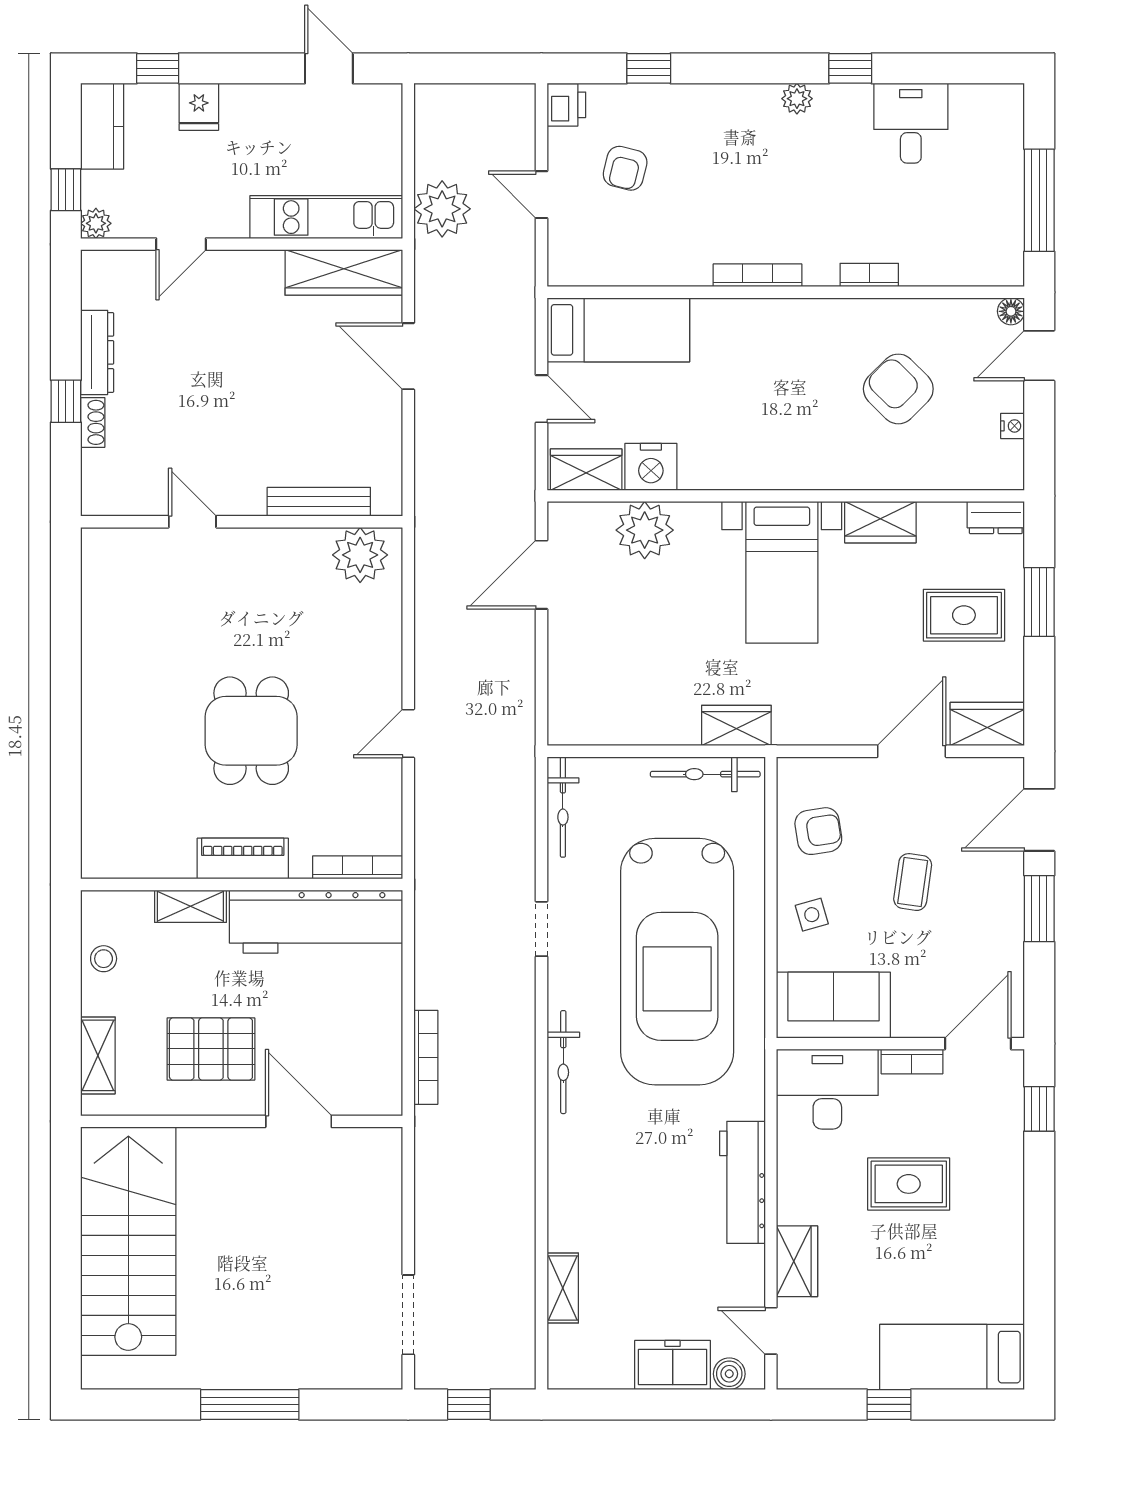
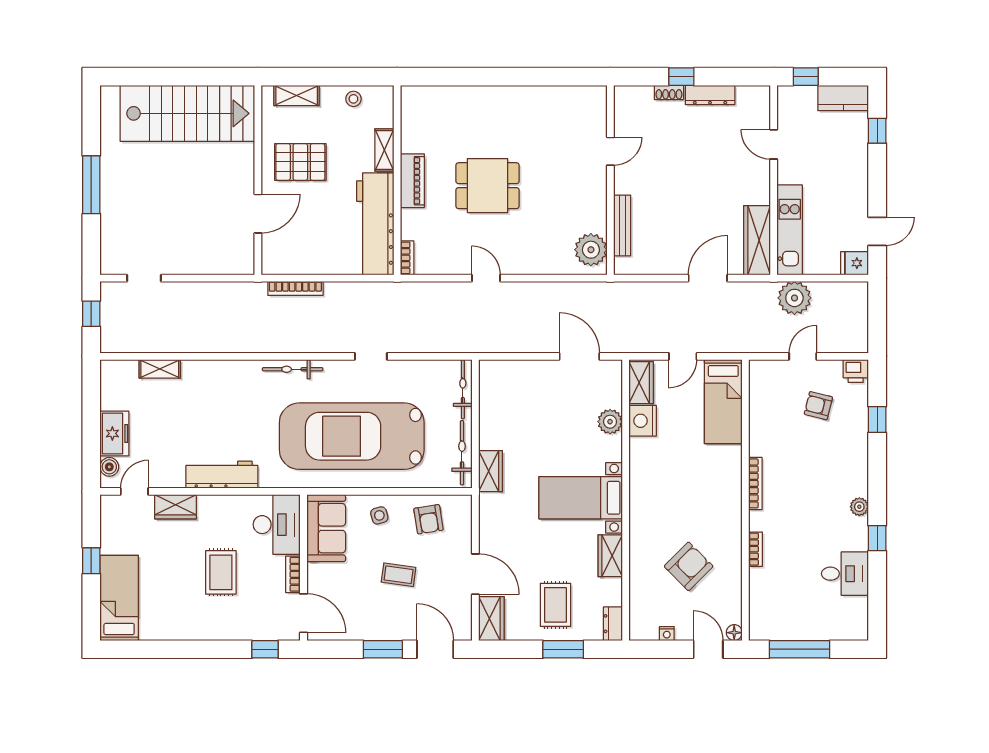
fridge: (199, 107) -> (855, 263), moved
plant: (96, 223) -> (786, 94), removed
plant: (645, 530) -> (610, 422), width x0.73, depth x0.73
bicycle: (563, 807) -> (463, 389), moved, turned 90
bookcase: (358, 867) -> (407, 258), width x0.64
pallet: (211, 1049) -> (300, 162), turned 90
doorway: (408, 1315) -> (144, 278), width x0.73

